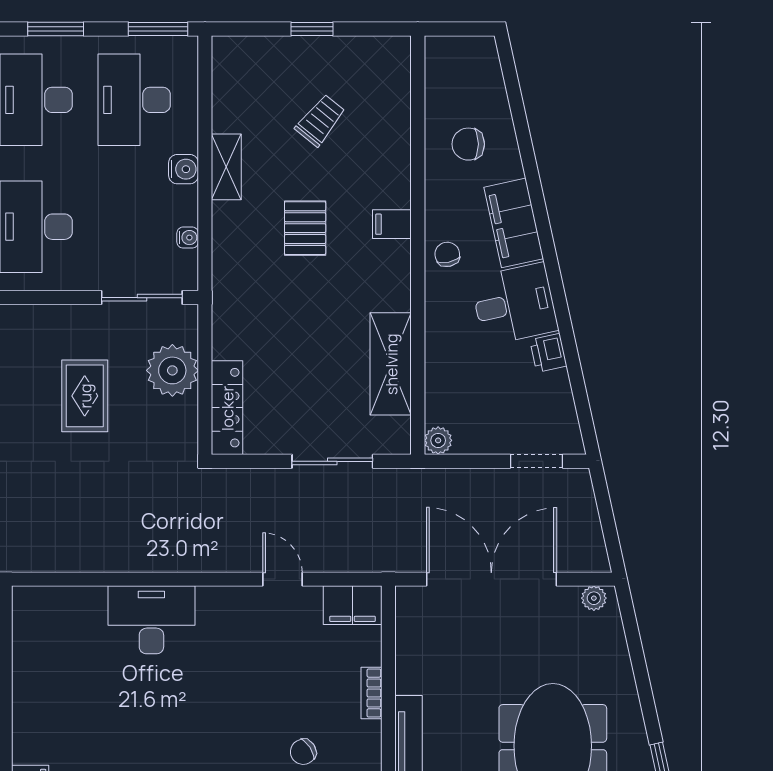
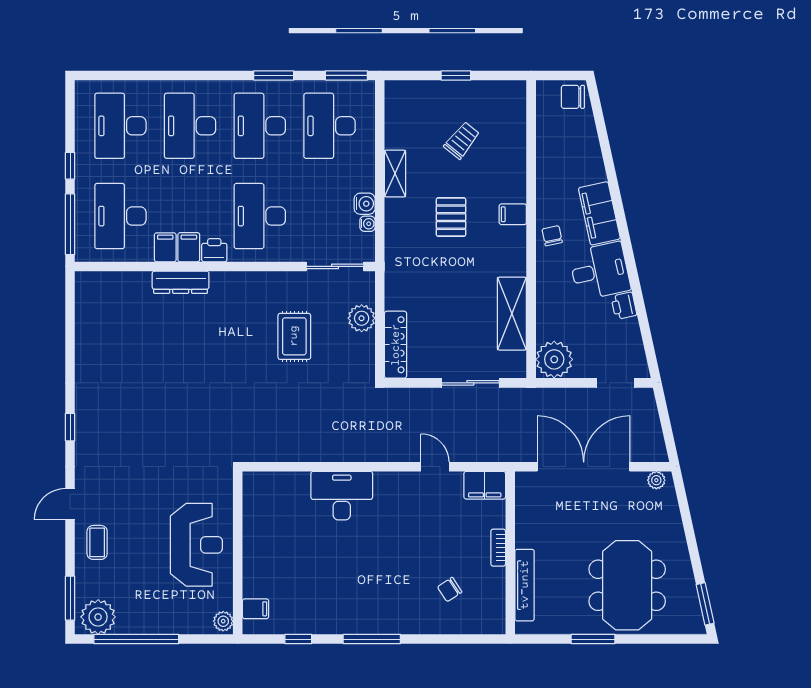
chair: (468, 144) -> (573, 97), moved
water cooler: (184, 169) -> (365, 204), moved
plant: (172, 370) -> (362, 318), width x0.73, depth x0.73
plant: (438, 440) -> (554, 359), width x1.88, depth x1.88

